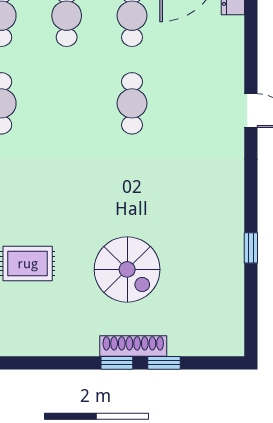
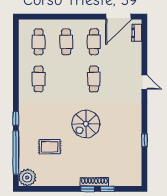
spiral stairs: (127, 269) -> (86, 124), moved, turned 90

